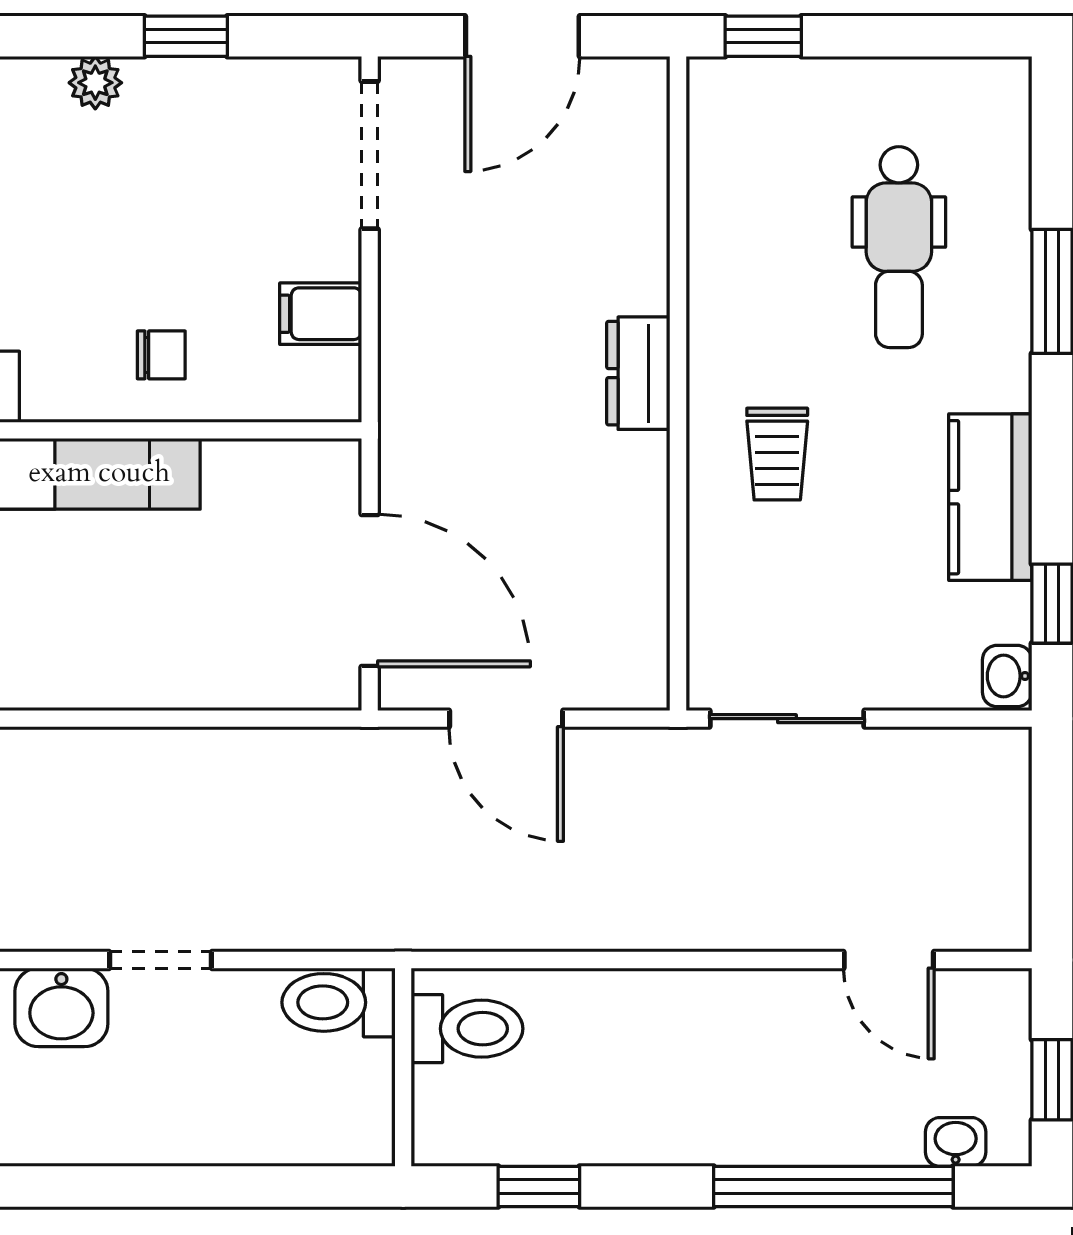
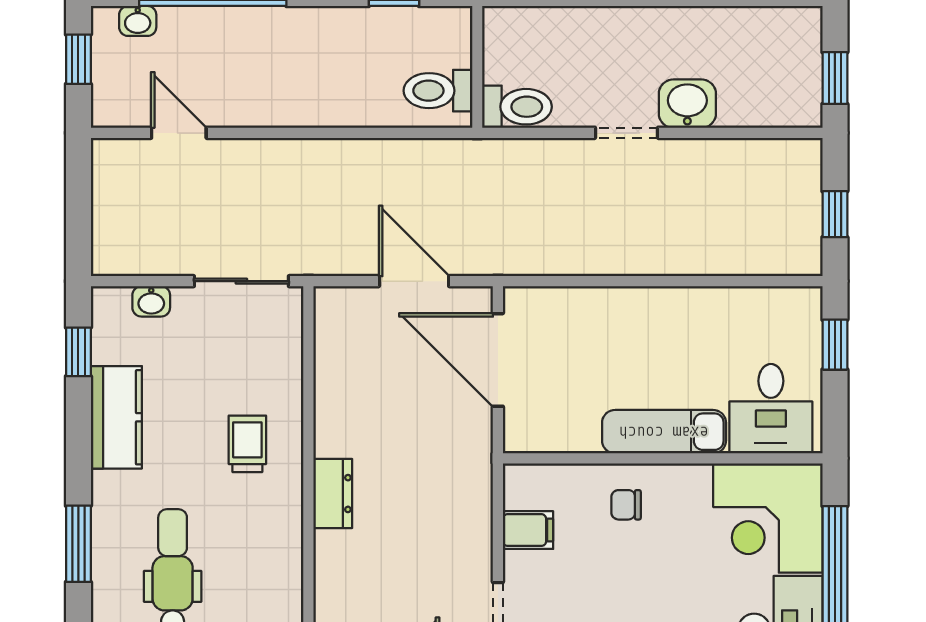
washbasin: (1007, 676) -> (151, 301), moved, turned 90

